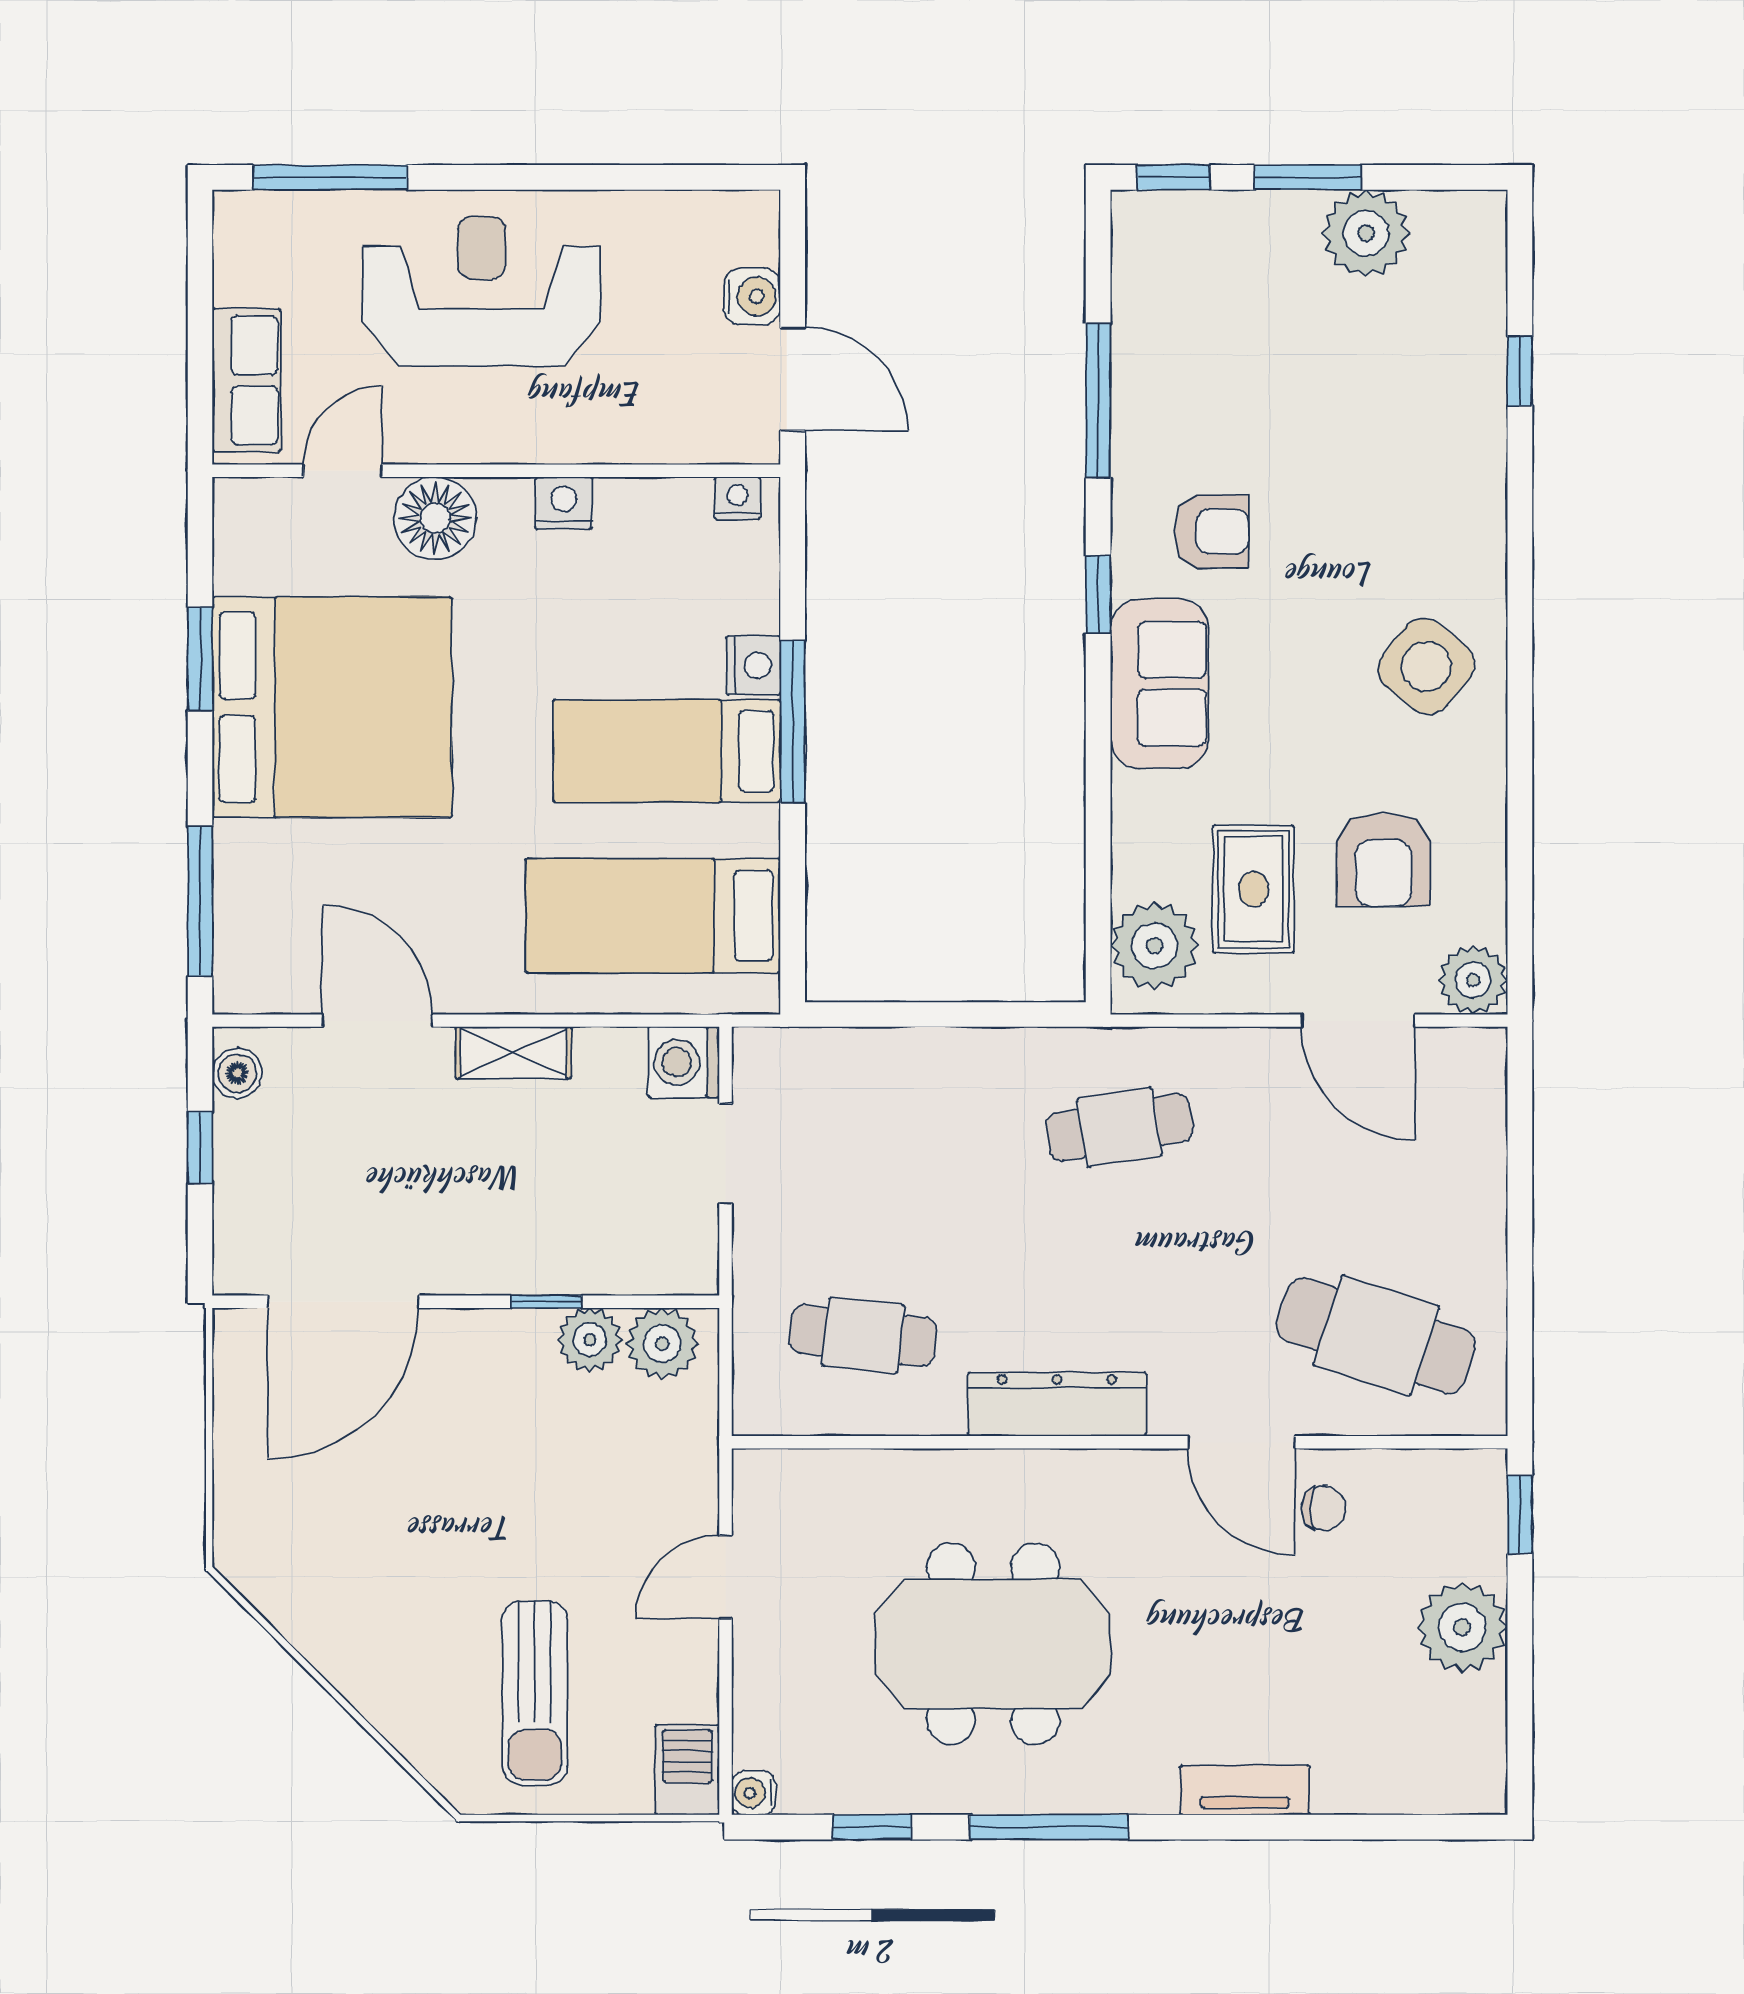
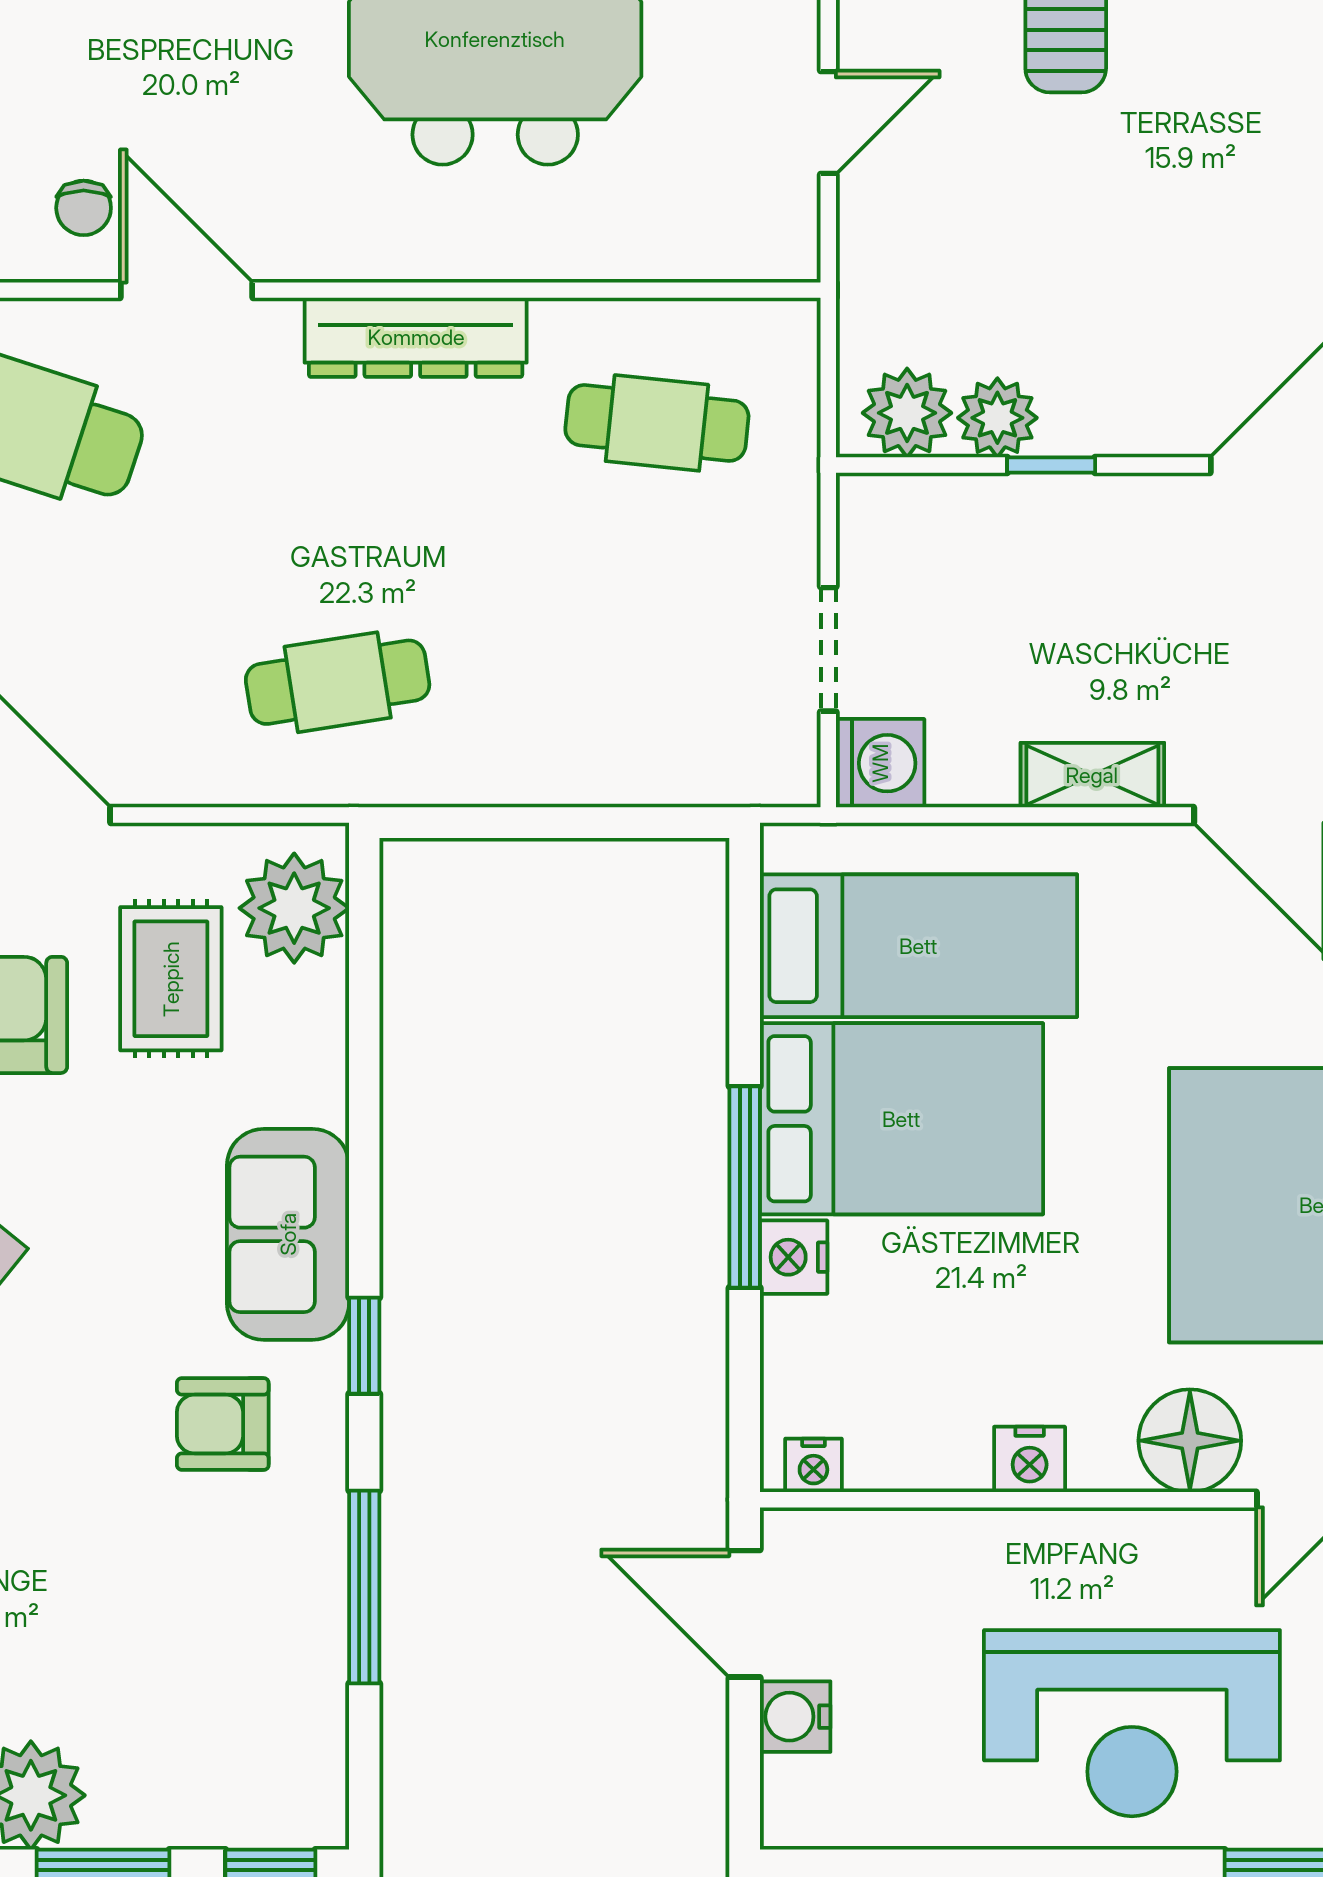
bed: (667, 751) -> (901, 1119), width x1.50
chair: (1324, 1508) -> (84, 208), turned -90

